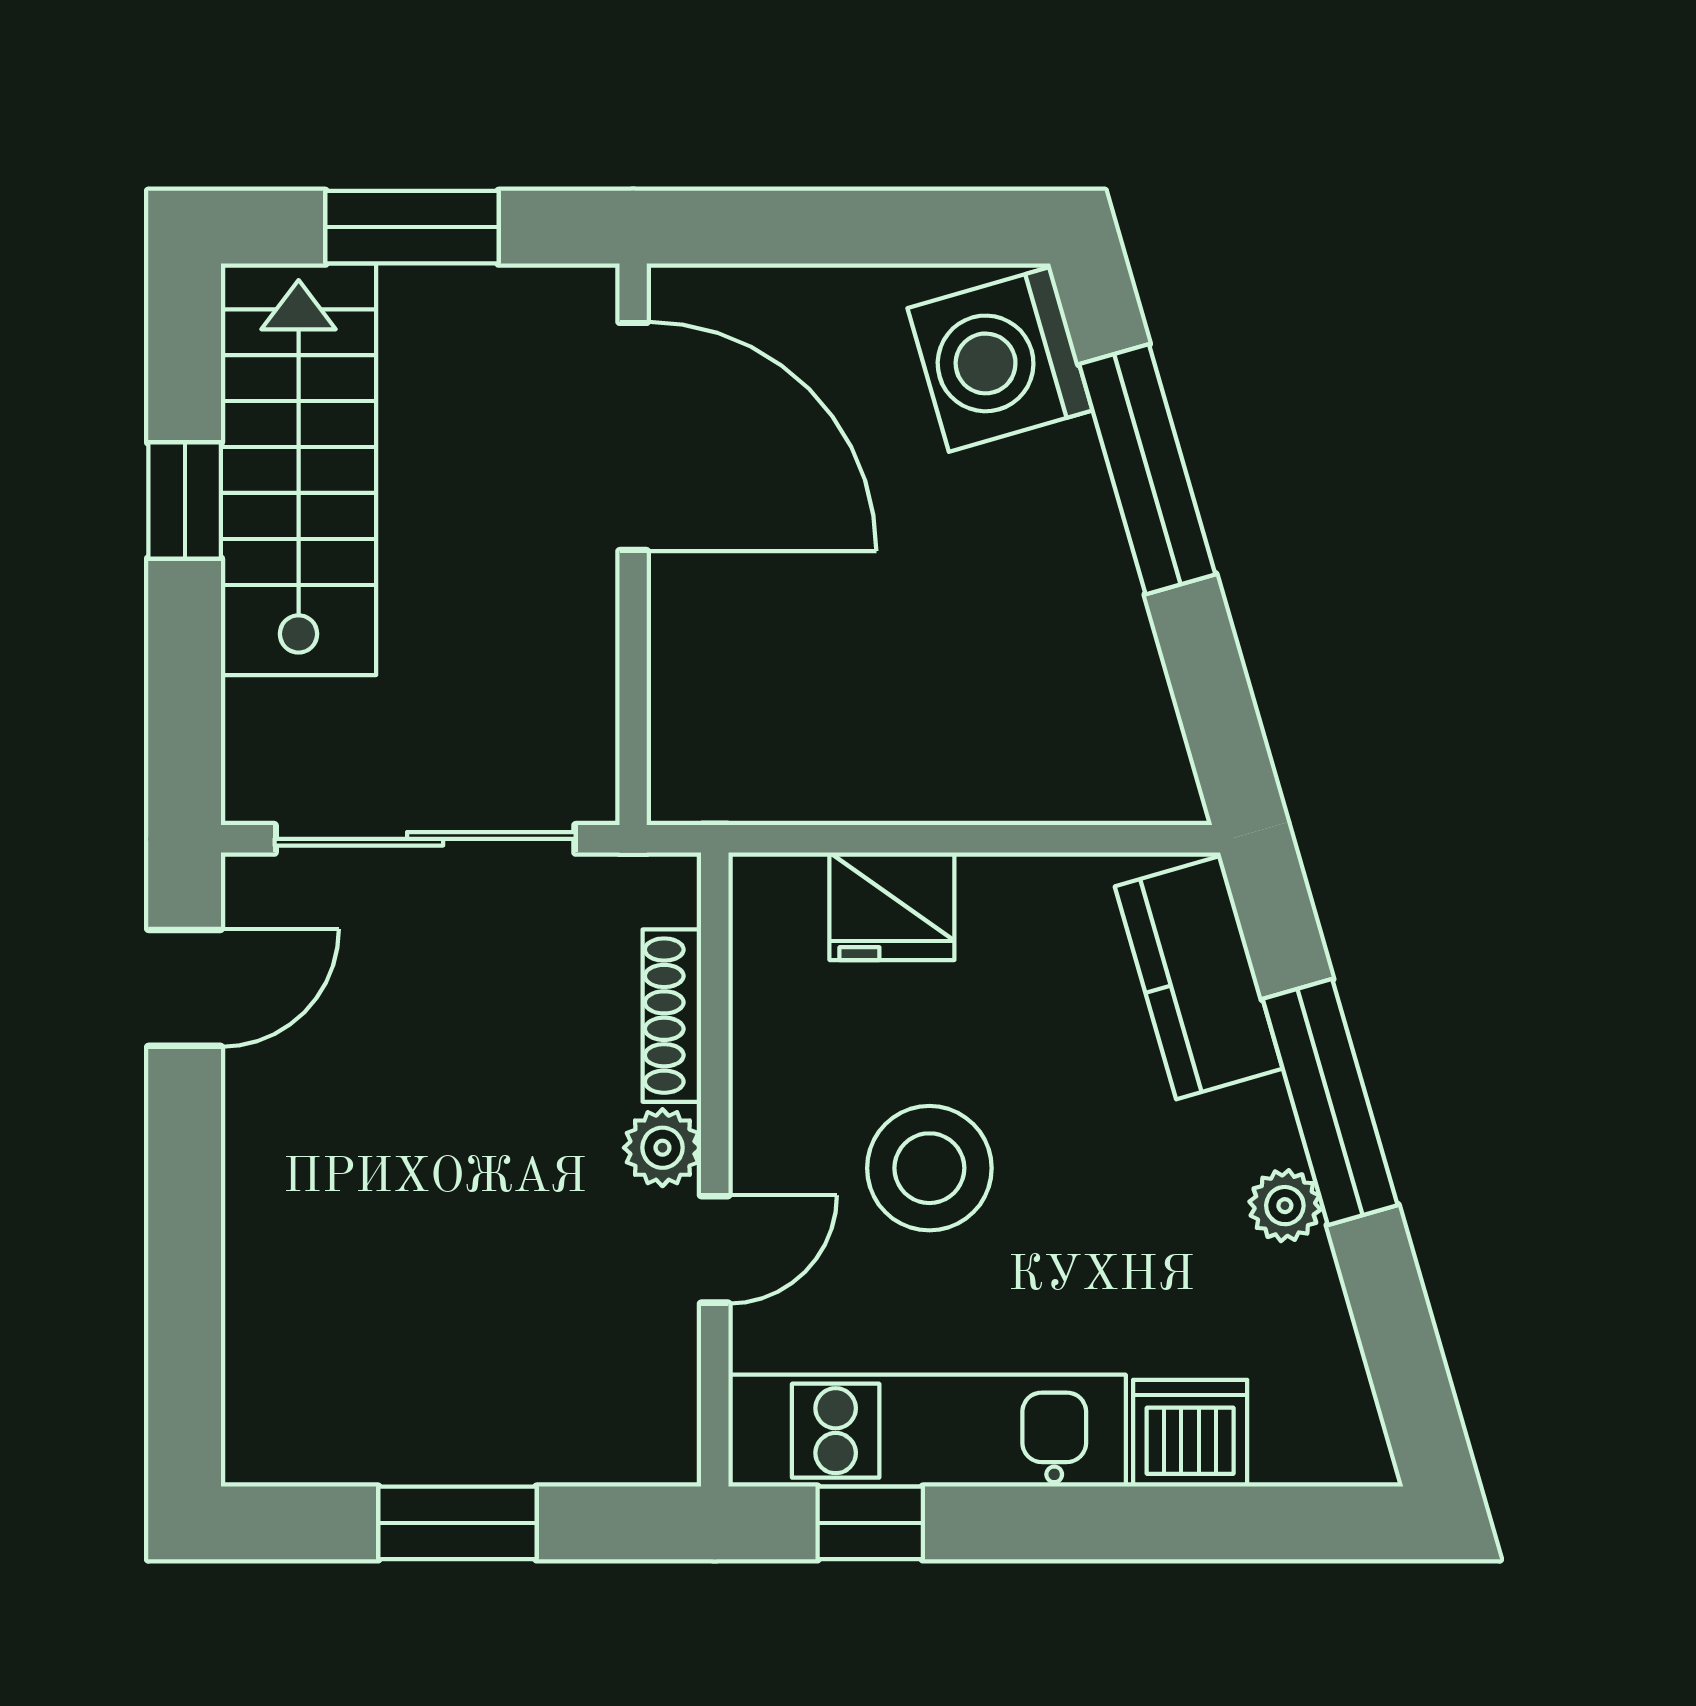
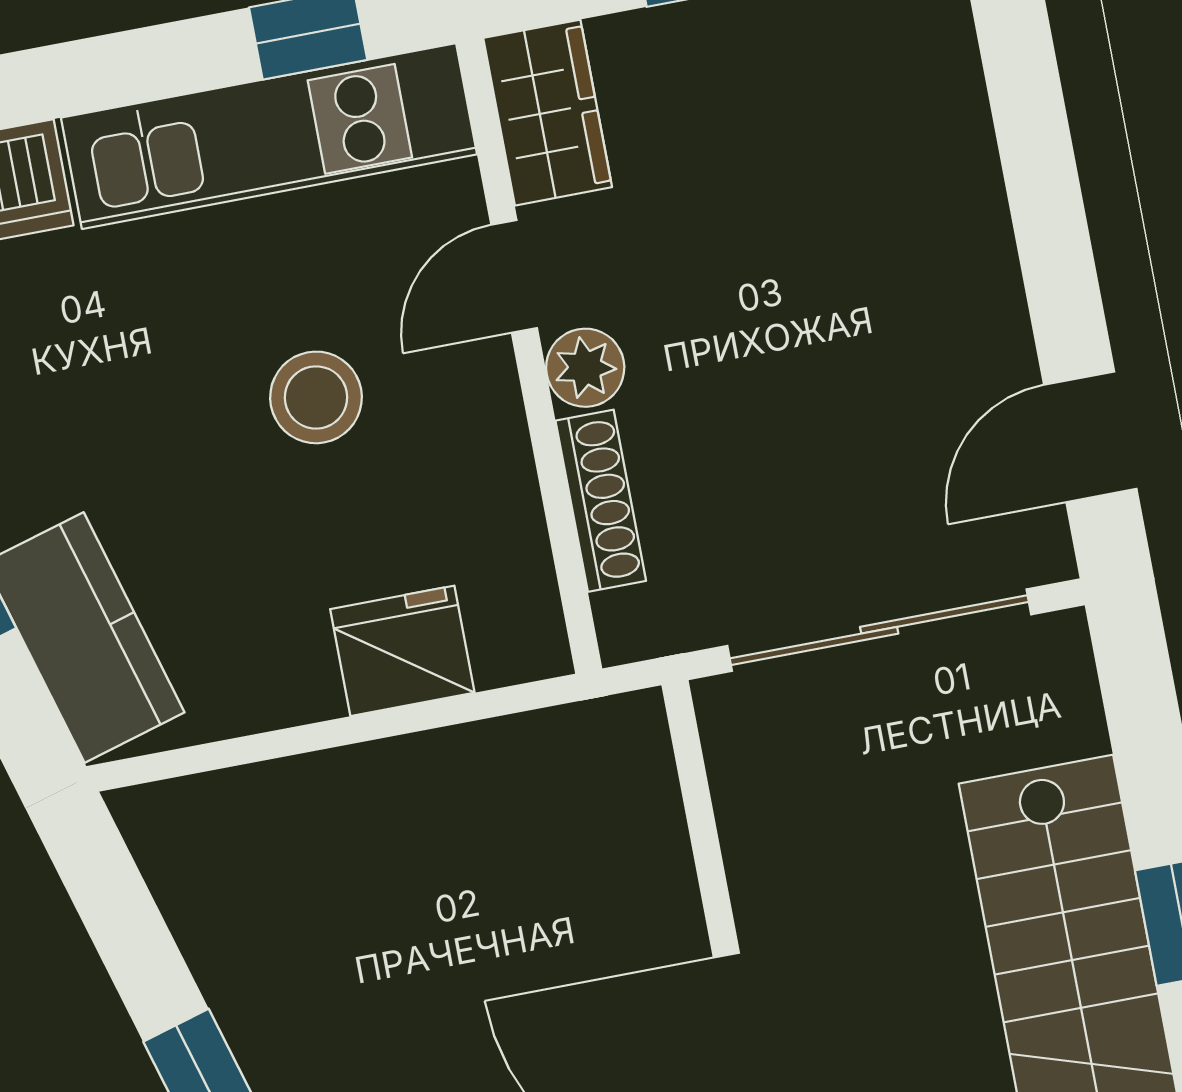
stool: (929, 1168) -> (316, 397), width x0.73, depth x0.73
wardrobe: (652, 1402) -> (548, 113), added

